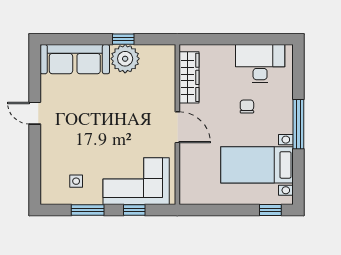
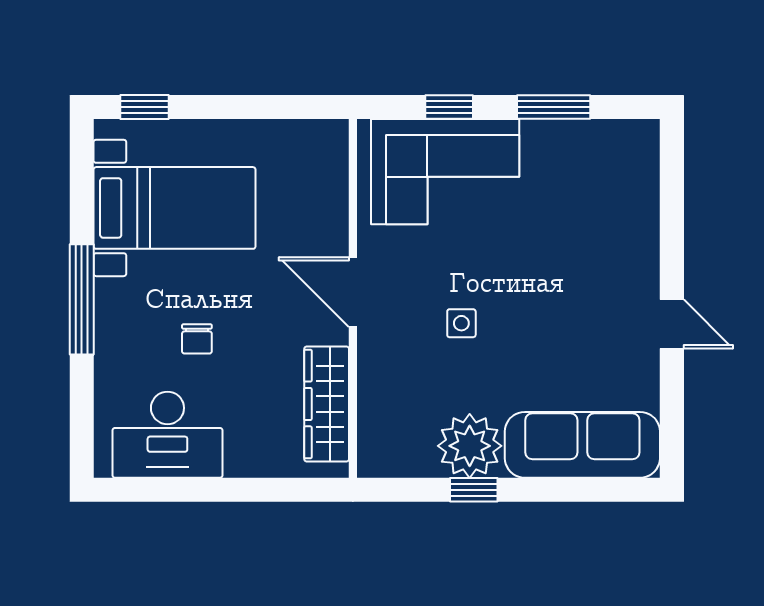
side table: (76, 181) -> (461, 323), moved

